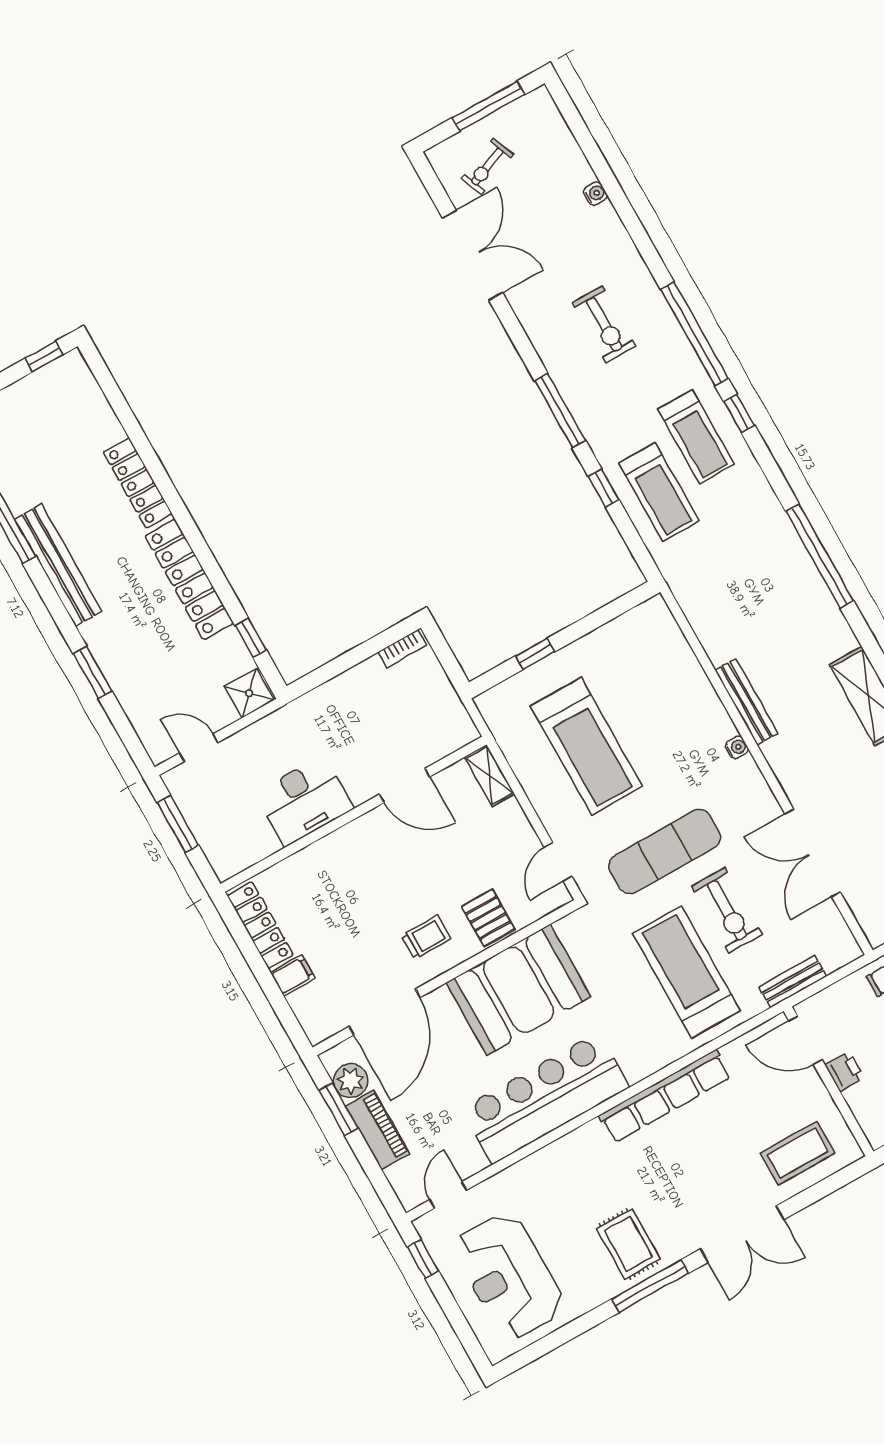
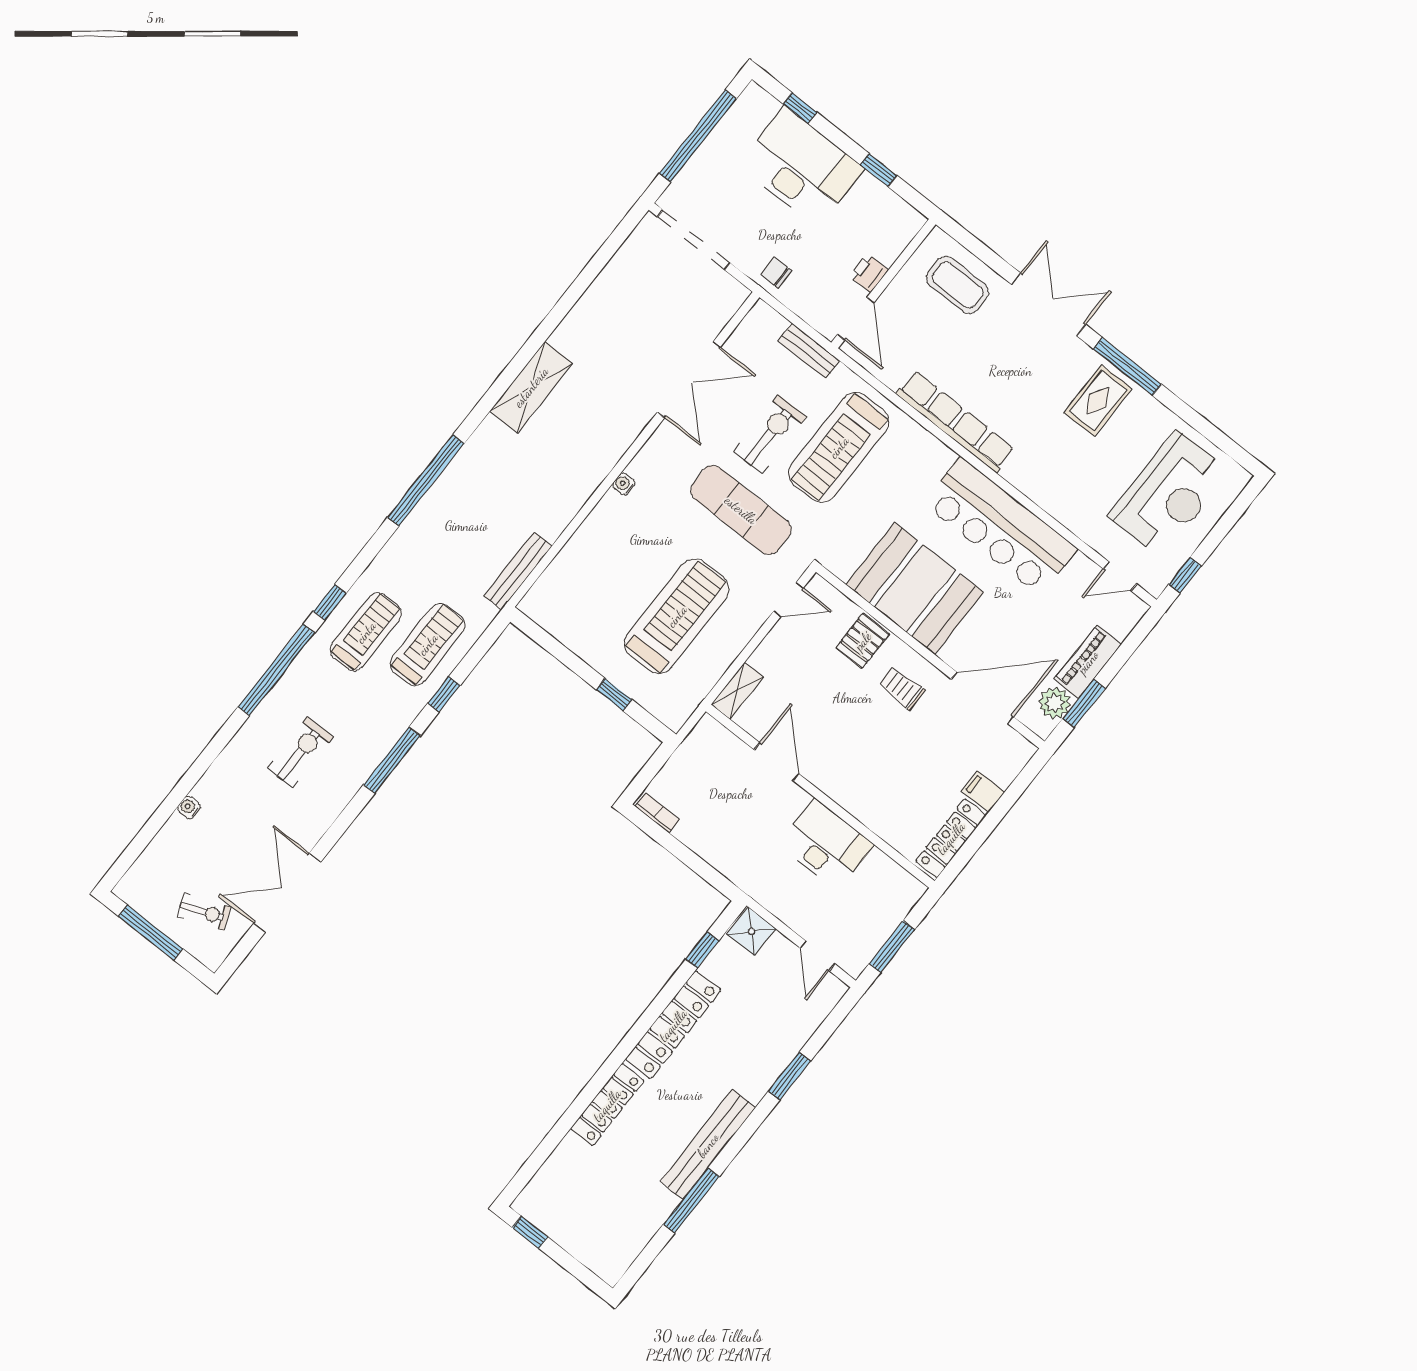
bench: (746, 702) -> (518, 571), moved

